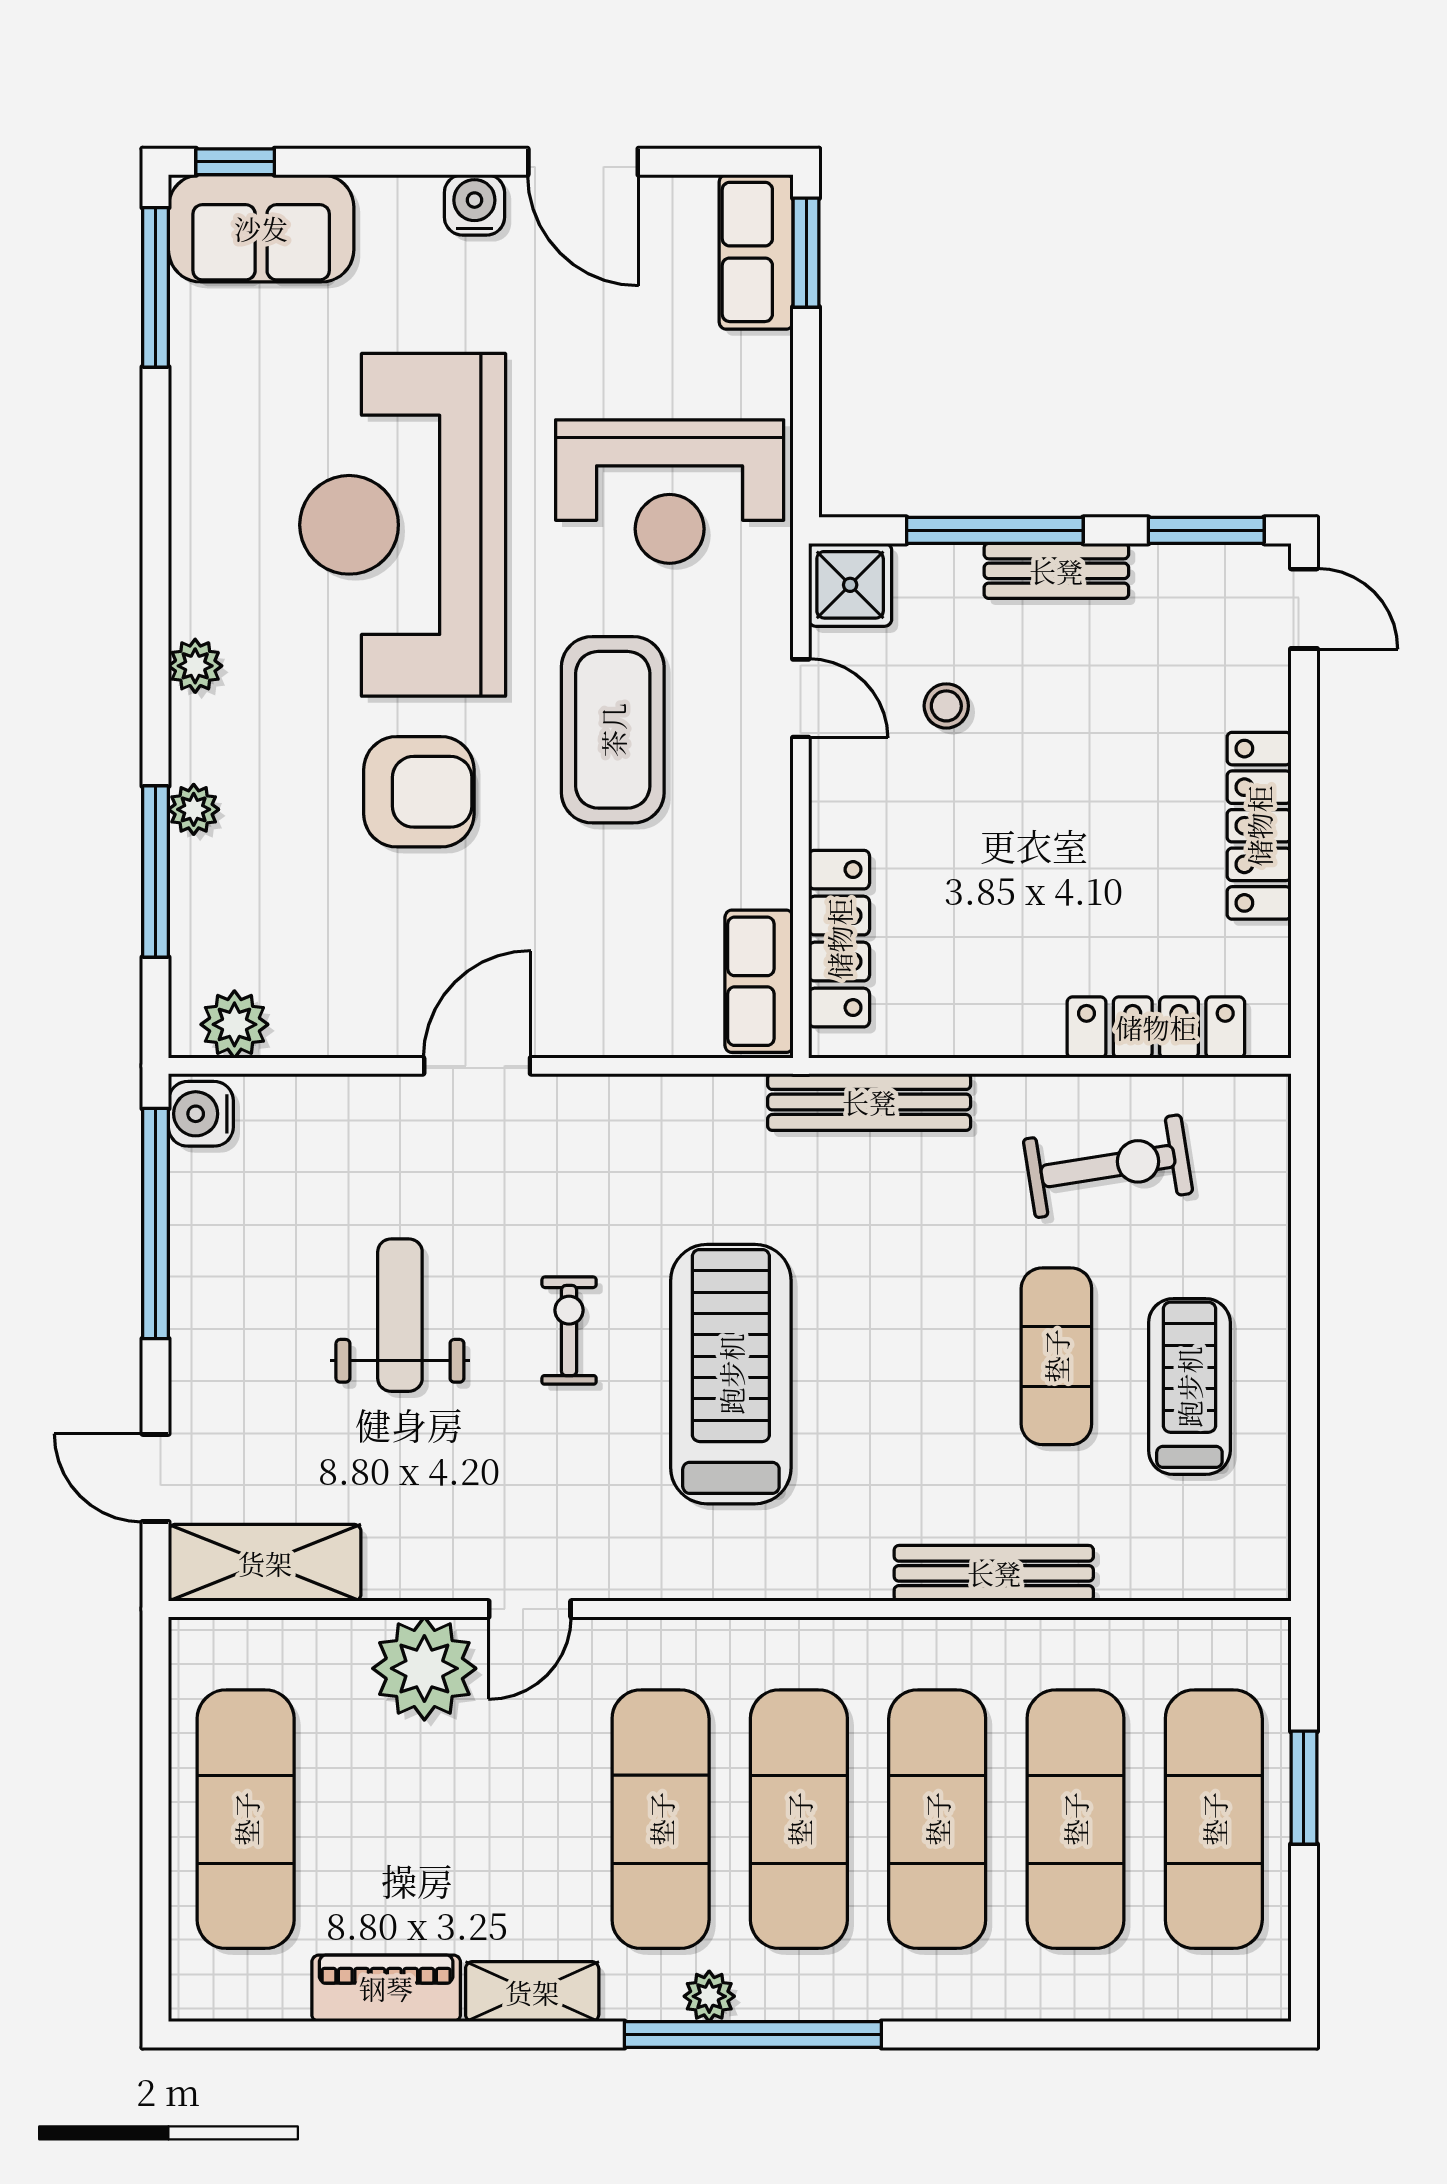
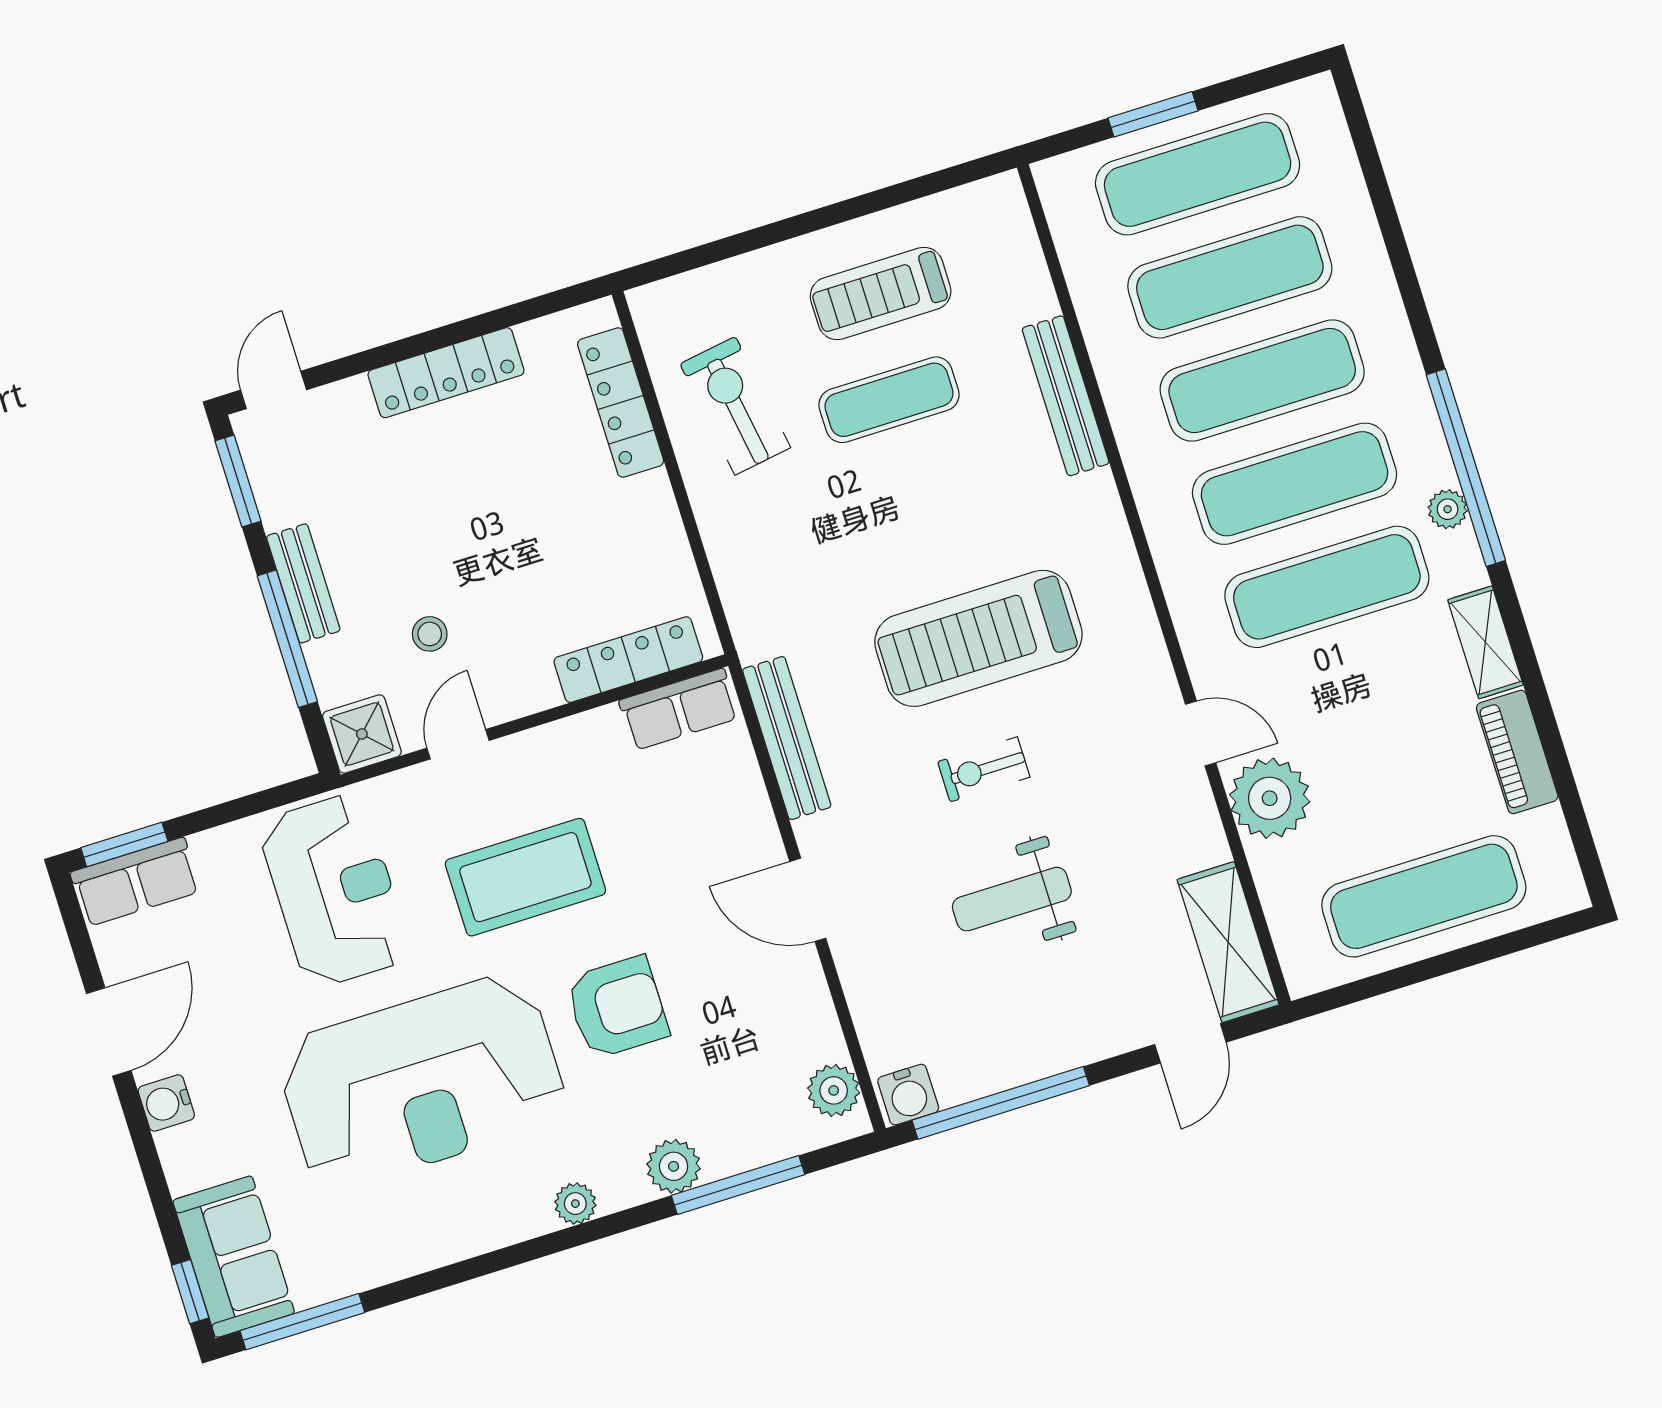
armchair: (419, 792) -> (617, 1007), turned 90
plant: (194, 809) -> (674, 1166), width x1.38, depth x1.38
bench: (869, 1102) -> (787, 738), moved

